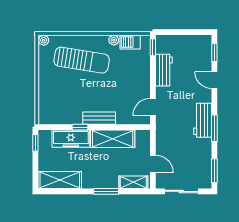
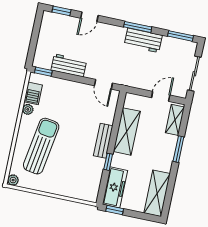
workbench: (203, 120) -> (143, 40), moved
freezer: (71, 139) -> (115, 187), moved

